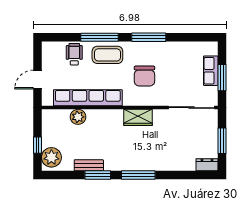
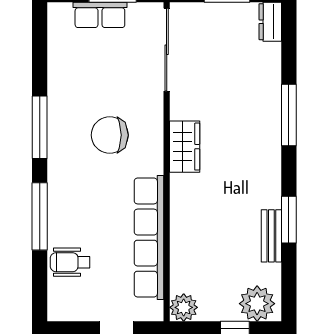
coffee table: (107, 55) -> (71, 202), removed
chair: (144, 76) -> (110, 135), turned 180
plant: (78, 117) -> (184, 307), moved
window: (138, 175) -> (289, 115), moved

